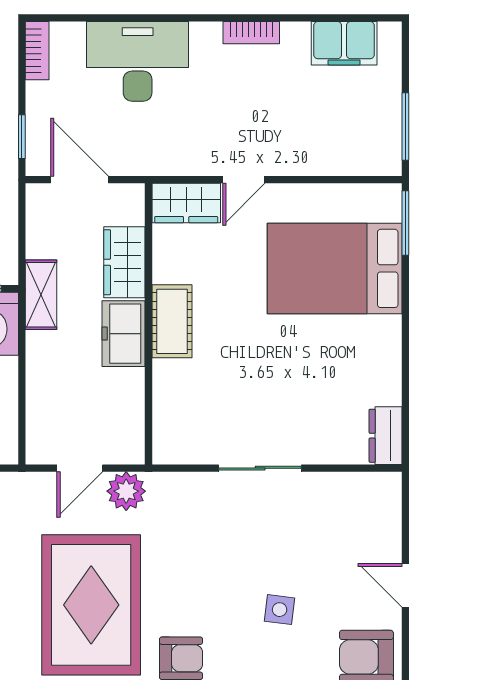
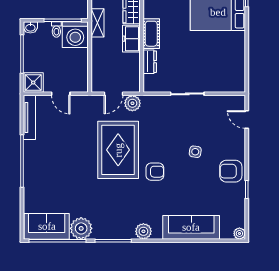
dresser: (386, 436) -> (150, 62), moved, turned 180
door: (405, 585) -> (247, 120), moved

